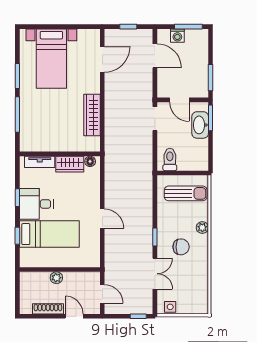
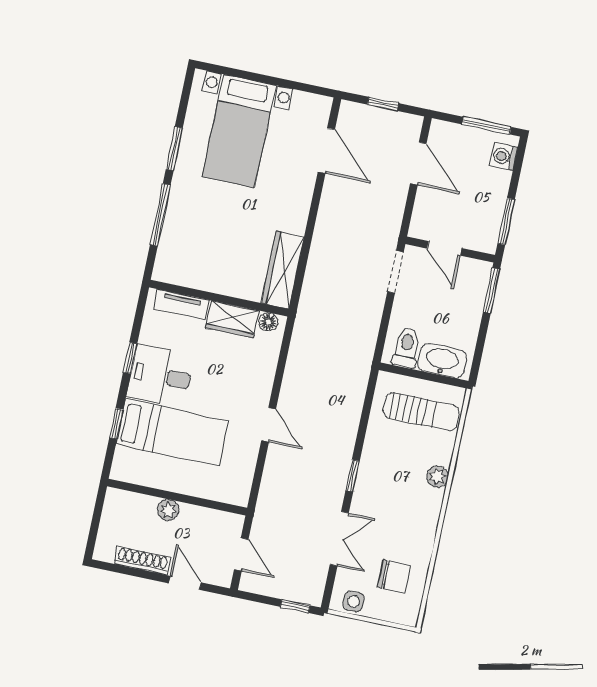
washing machine: (177, 36) -> (504, 156), moved, turned 90
door: (102, 59) -> (326, 151), hinge flipped
wardrobe: (92, 115) -> (283, 270), moved
washbasin: (200, 125) -> (442, 361), moved, turned 90
chair: (181, 247) -> (394, 576), moved

